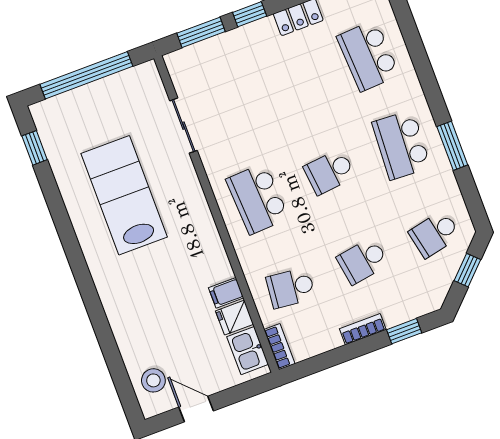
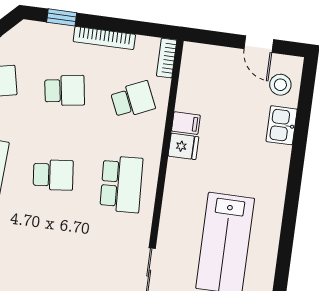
school desk: (291, 288) -> (133, 100), turned -30
fridge: (235, 318) -> (183, 146), moved
bookcase: (363, 329) -> (104, 38), width x1.56
kitchen sink: (248, 351) -> (282, 125), moved, turned 180

